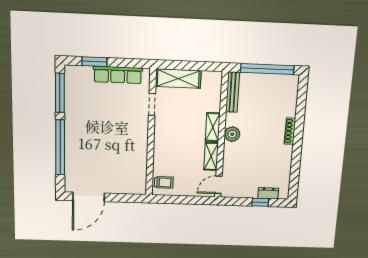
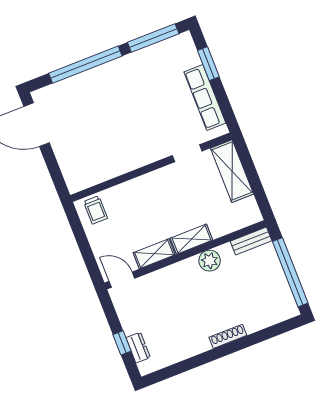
bench: (233, 92) -> (251, 241), width x0.73
plant: (232, 134) -> (210, 261), moved

